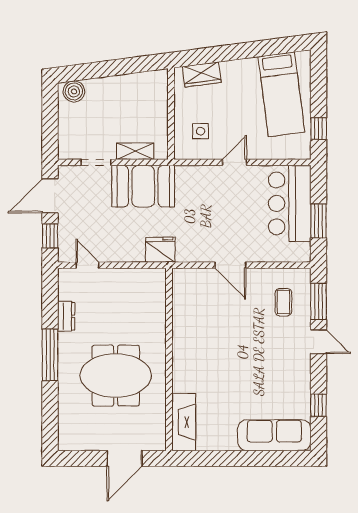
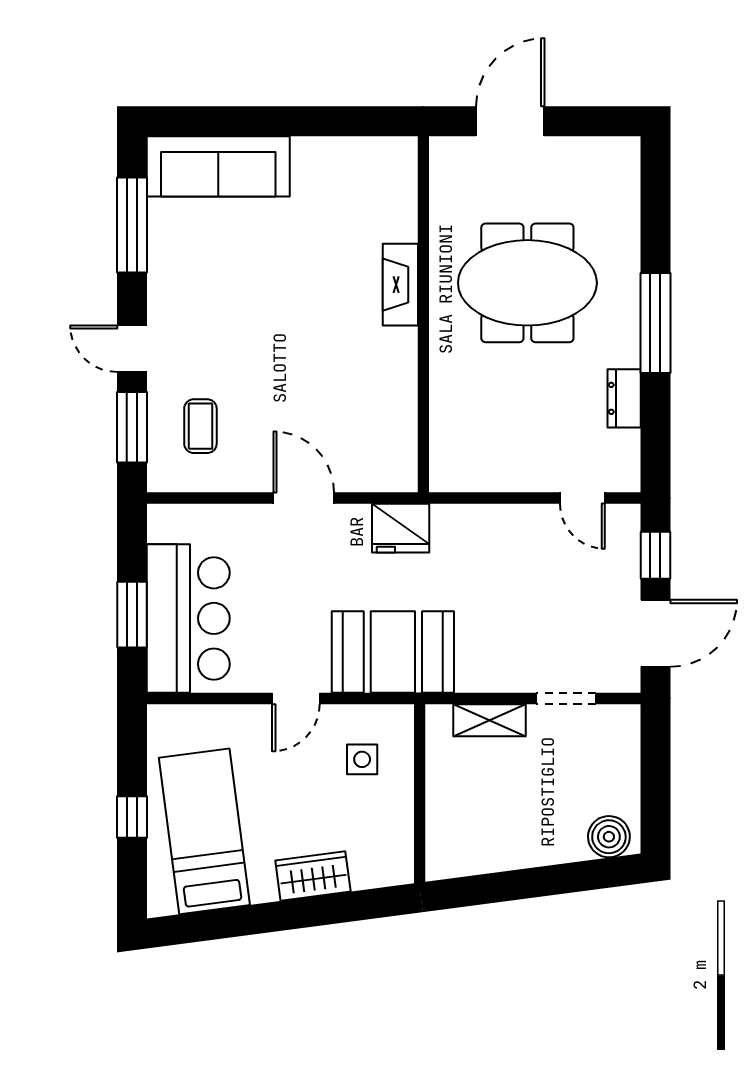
wardrobe: (202, 74) -> (313, 876), moved
window: (319, 128) -> (132, 817), moved
booth: (143, 186) -> (393, 652), moved
window: (319, 221) -> (132, 615), moved
fridge: (160, 250) -> (401, 528), moved
window: (319, 405) -> (132, 225), width x2.17
fireplace: (184, 422) -> (400, 285), moved, width x0.73, depth x0.76

